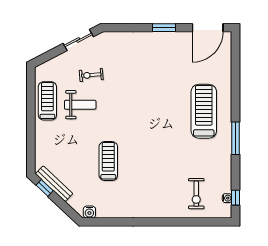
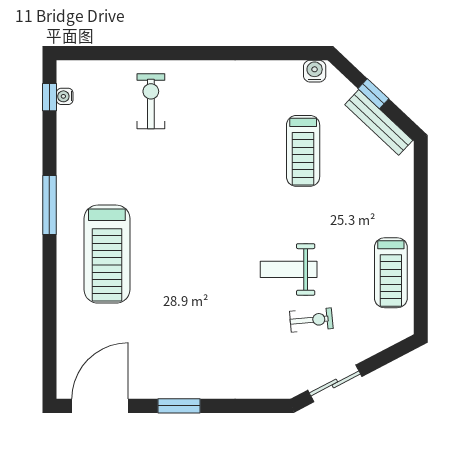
weight bench: (80, 105) -> (289, 269), moved
treadmill: (108, 161) -> (303, 151), moved
window: (45, 188) -> (373, 94), moved
exercise bike: (196, 194) -> (151, 101), moved

